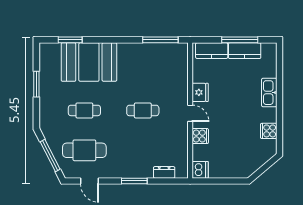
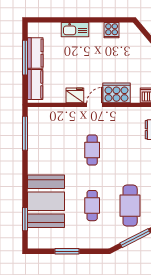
cooker: (200, 136) -> (116, 93), width x1.87, depth x1.31

